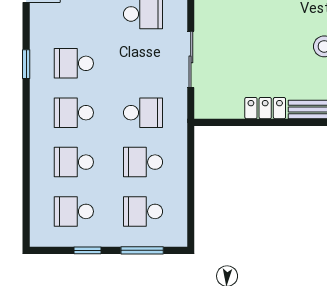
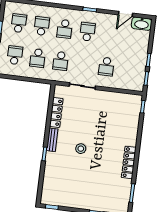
locker: (265, 108) -> (56, 113), width x1.53
school desk: (74, 113) -> (65, 29), turned 180
school desk: (143, 162) -> (38, 58), turned 180

